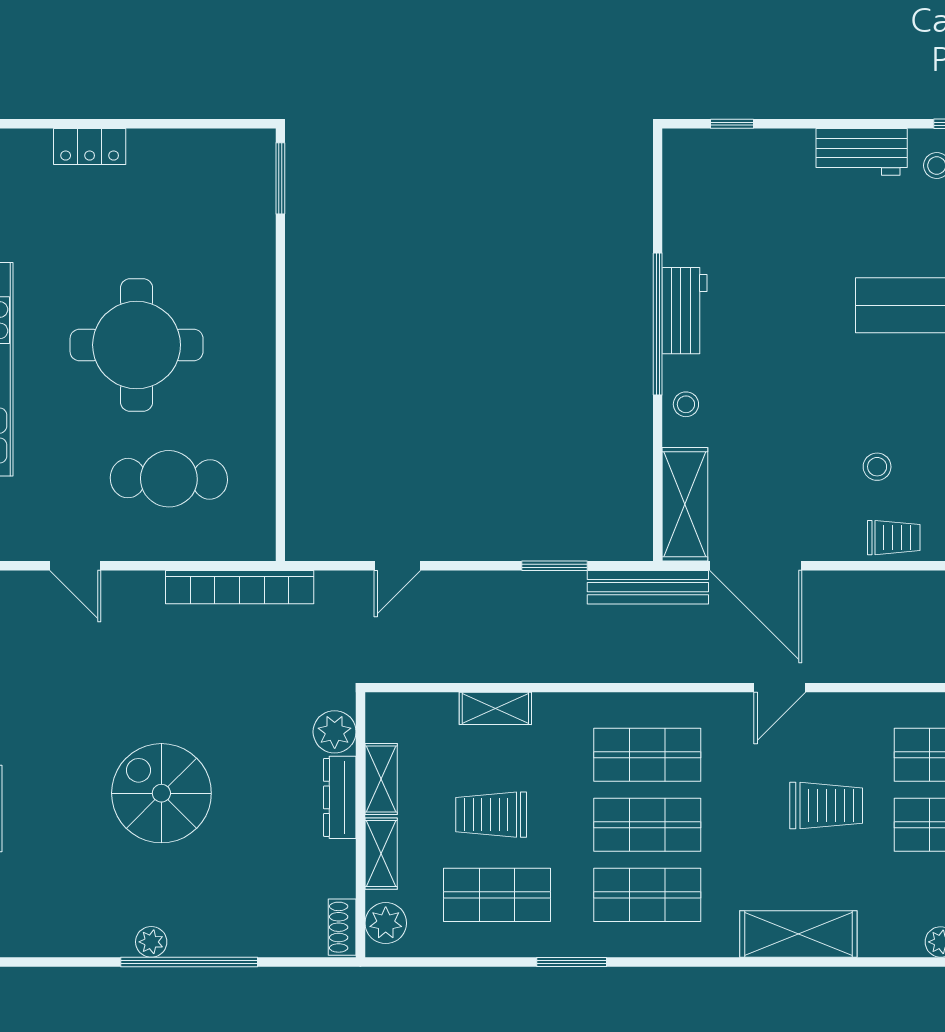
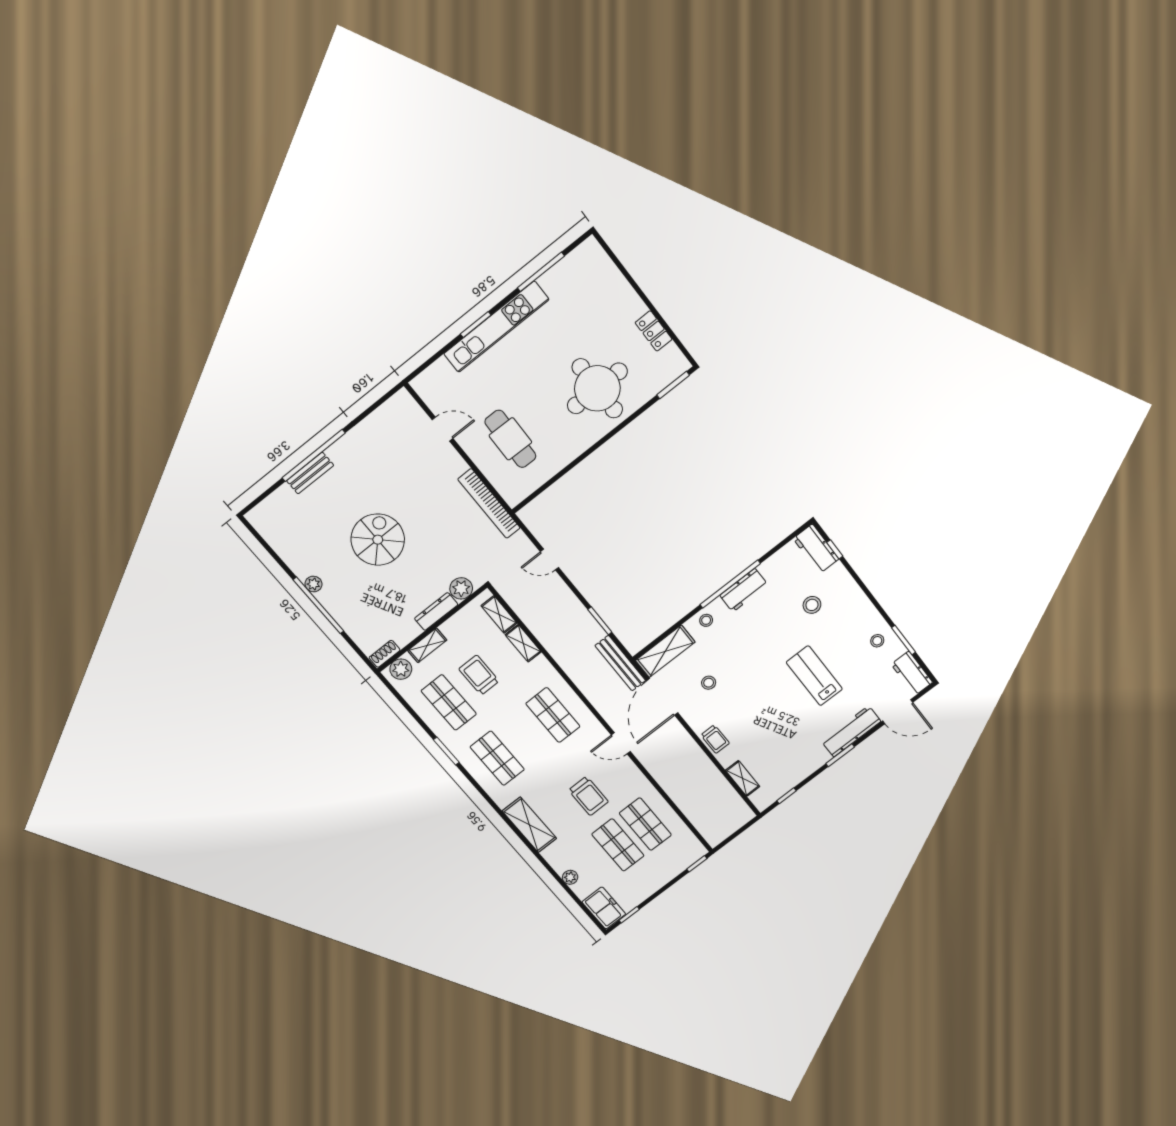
locker: (90, 146) -> (654, 331), moved
workbench: (862, 152) -> (816, 549), moved
stool: (794, 224) -> (812, 605), added
round table: (137, 345) -> (597, 388), moved
stool: (877, 467) -> (709, 683), moved
door: (75, 566) -> (442, 429), swing flipped
shelving: (381, 779) -> (499, 614), moved, turned 90
shop shelf: (647, 825) -> (525, 737), removed

